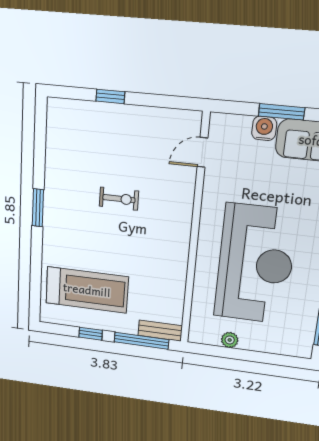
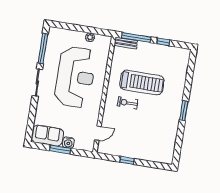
window: (110, 96) -> (127, 160), moved
exercise bike: (119, 199) -> (128, 103), moved
reception desk: (255, 264) -> (75, 77), turned 180
treadmill: (87, 290) -> (142, 83), moved, turned 180

